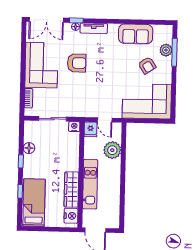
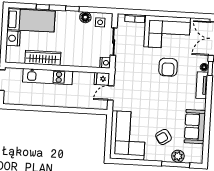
side table: (34, 133) -> (100, 22), added
plant: (112, 150) -> (81, 100), removed
nightstand: (71, 216) -> (13, 38), moved, turned 90

